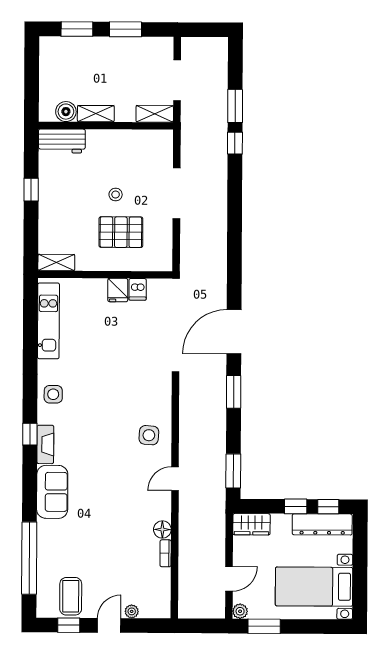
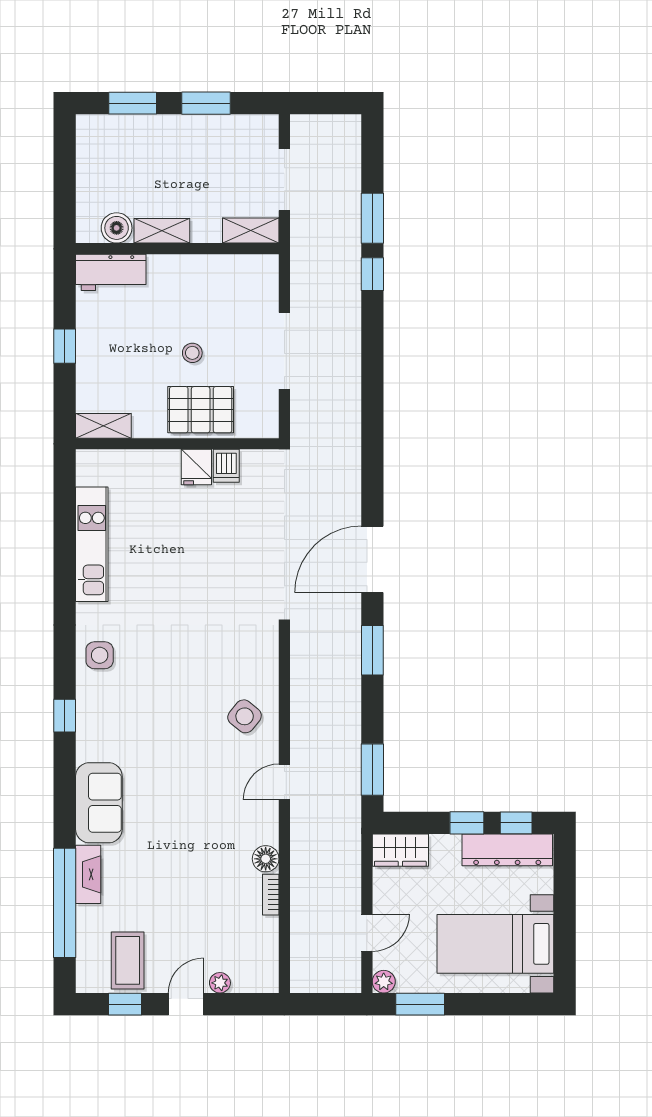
shelving: (56, 262) -> (103, 426), moved
wall: (105, 275) -> (177, 444), moved
dishwasher: (138, 289) -> (226, 466), moved
fridge: (118, 290) -> (196, 467), moved
side table: (149, 435) -> (245, 716), turned 35
fireplace: (45, 444) -> (88, 874), moved

